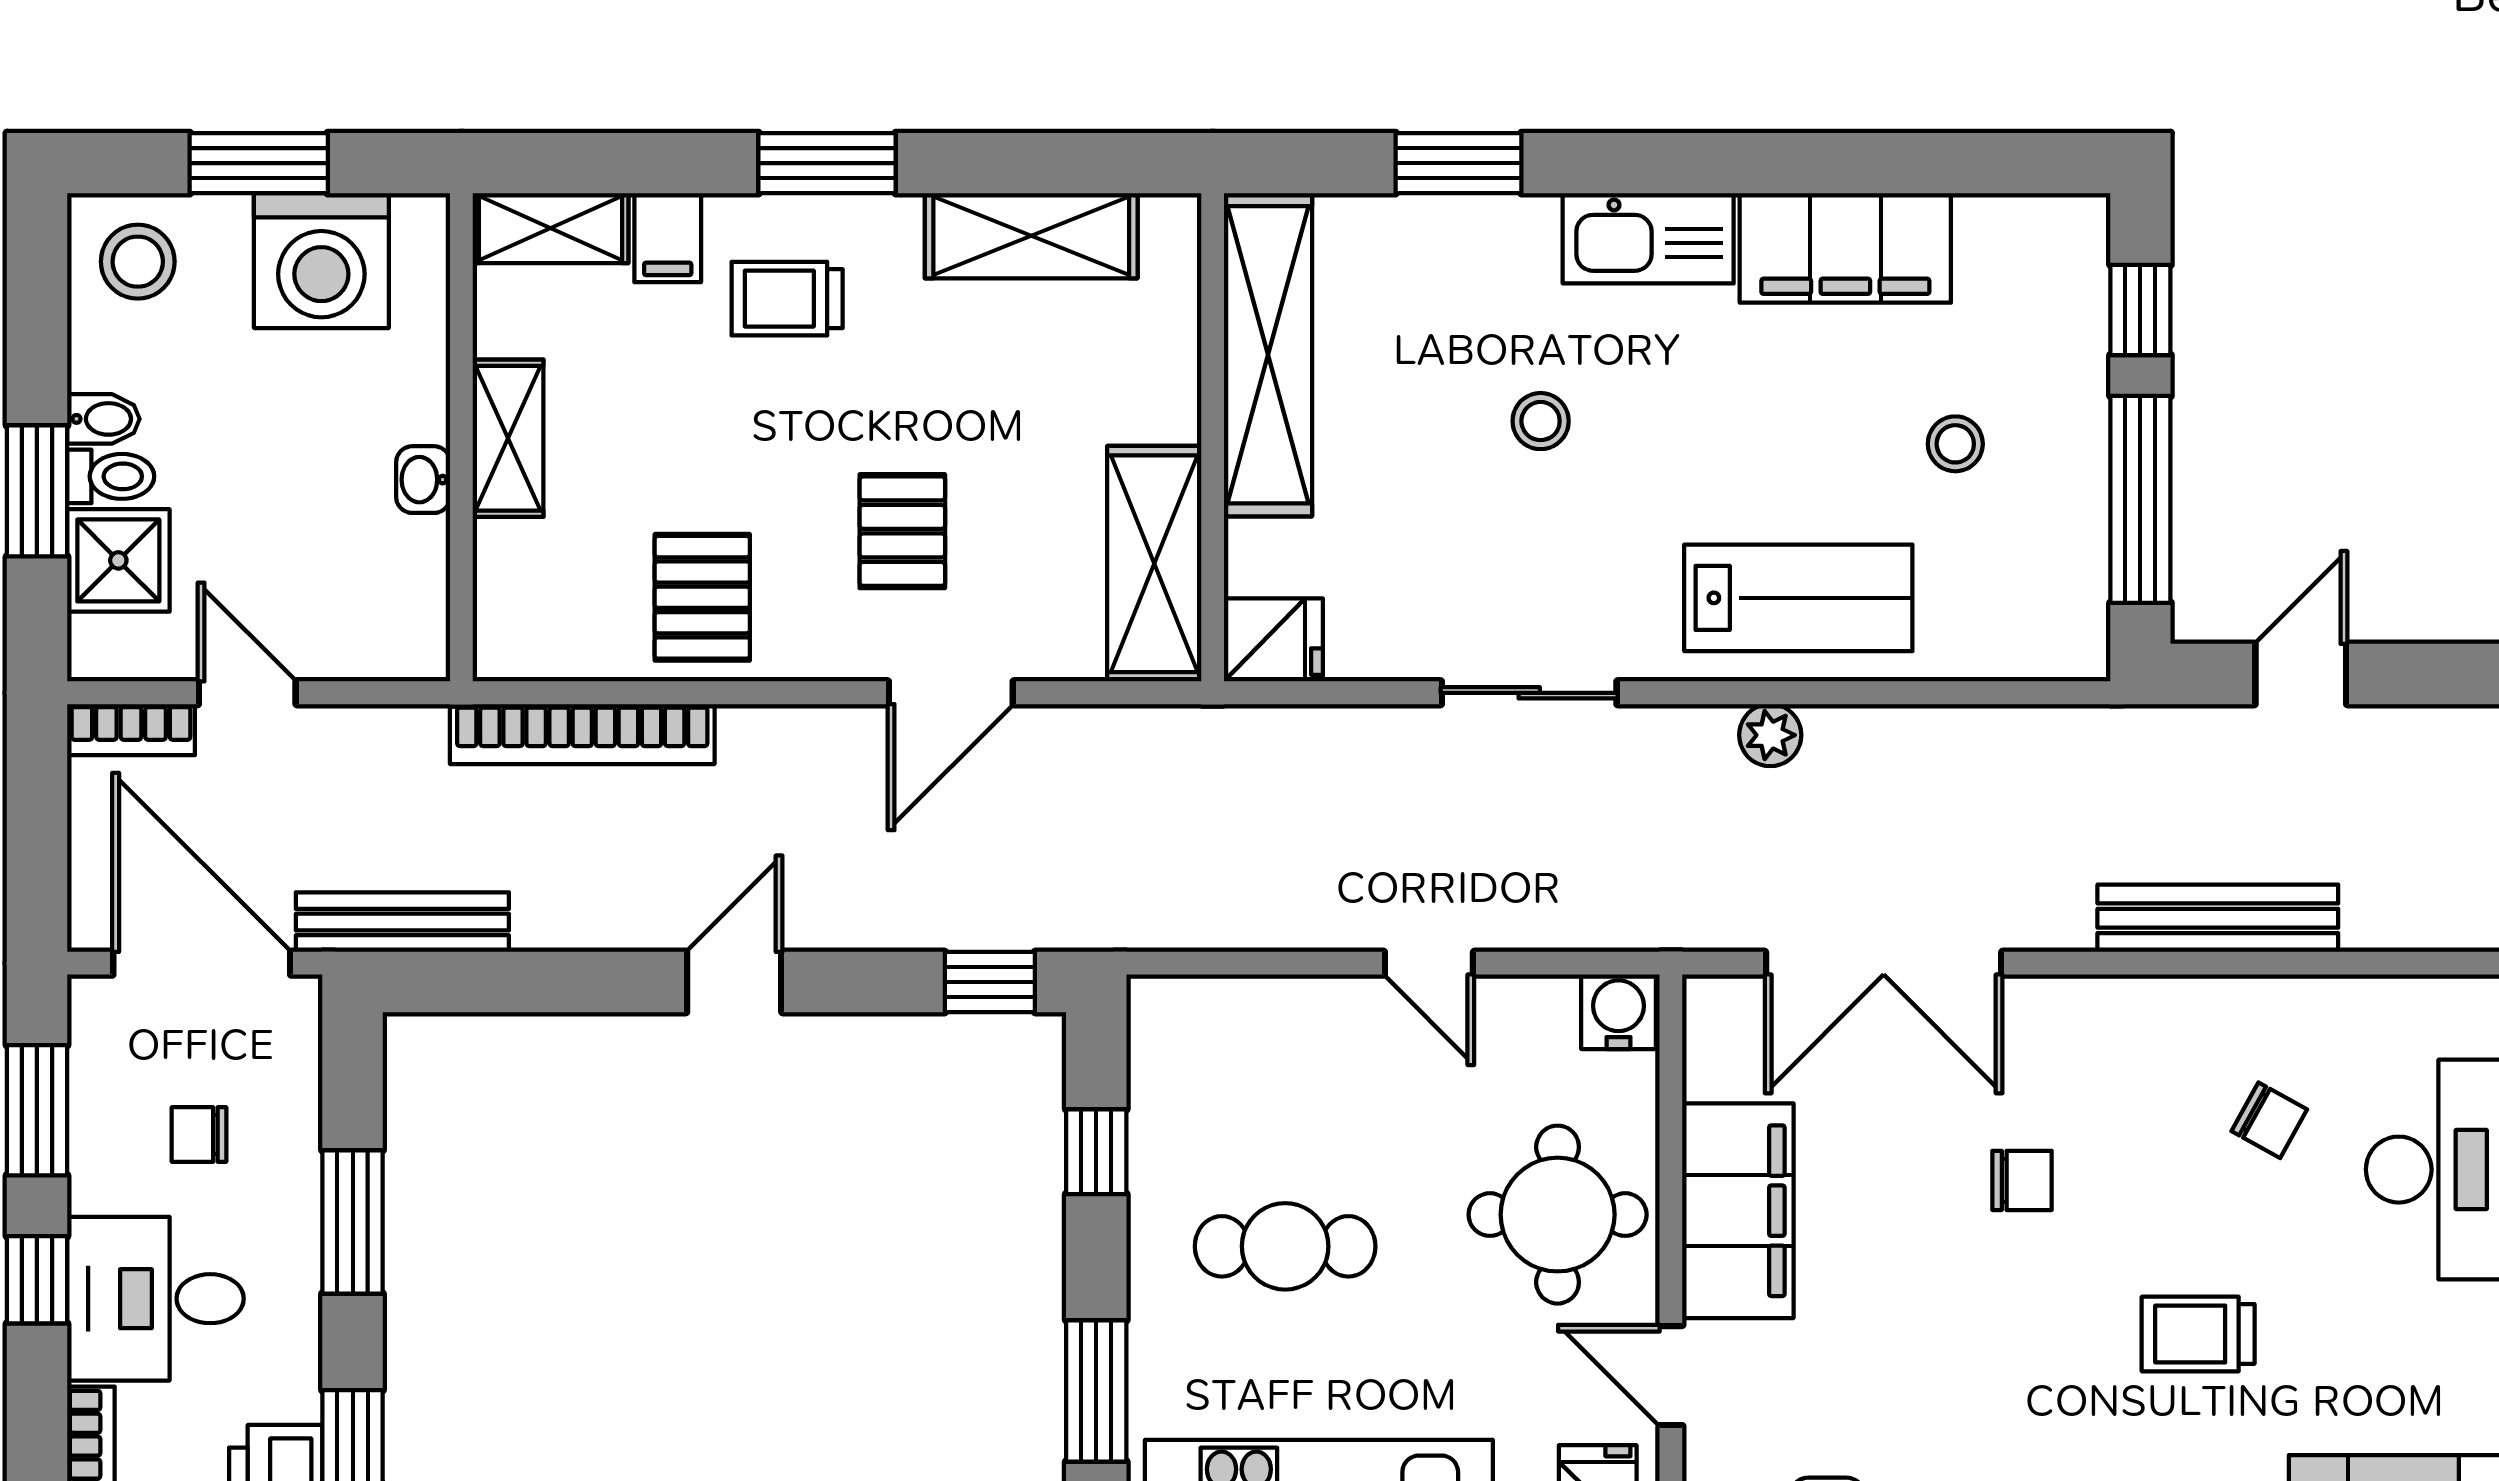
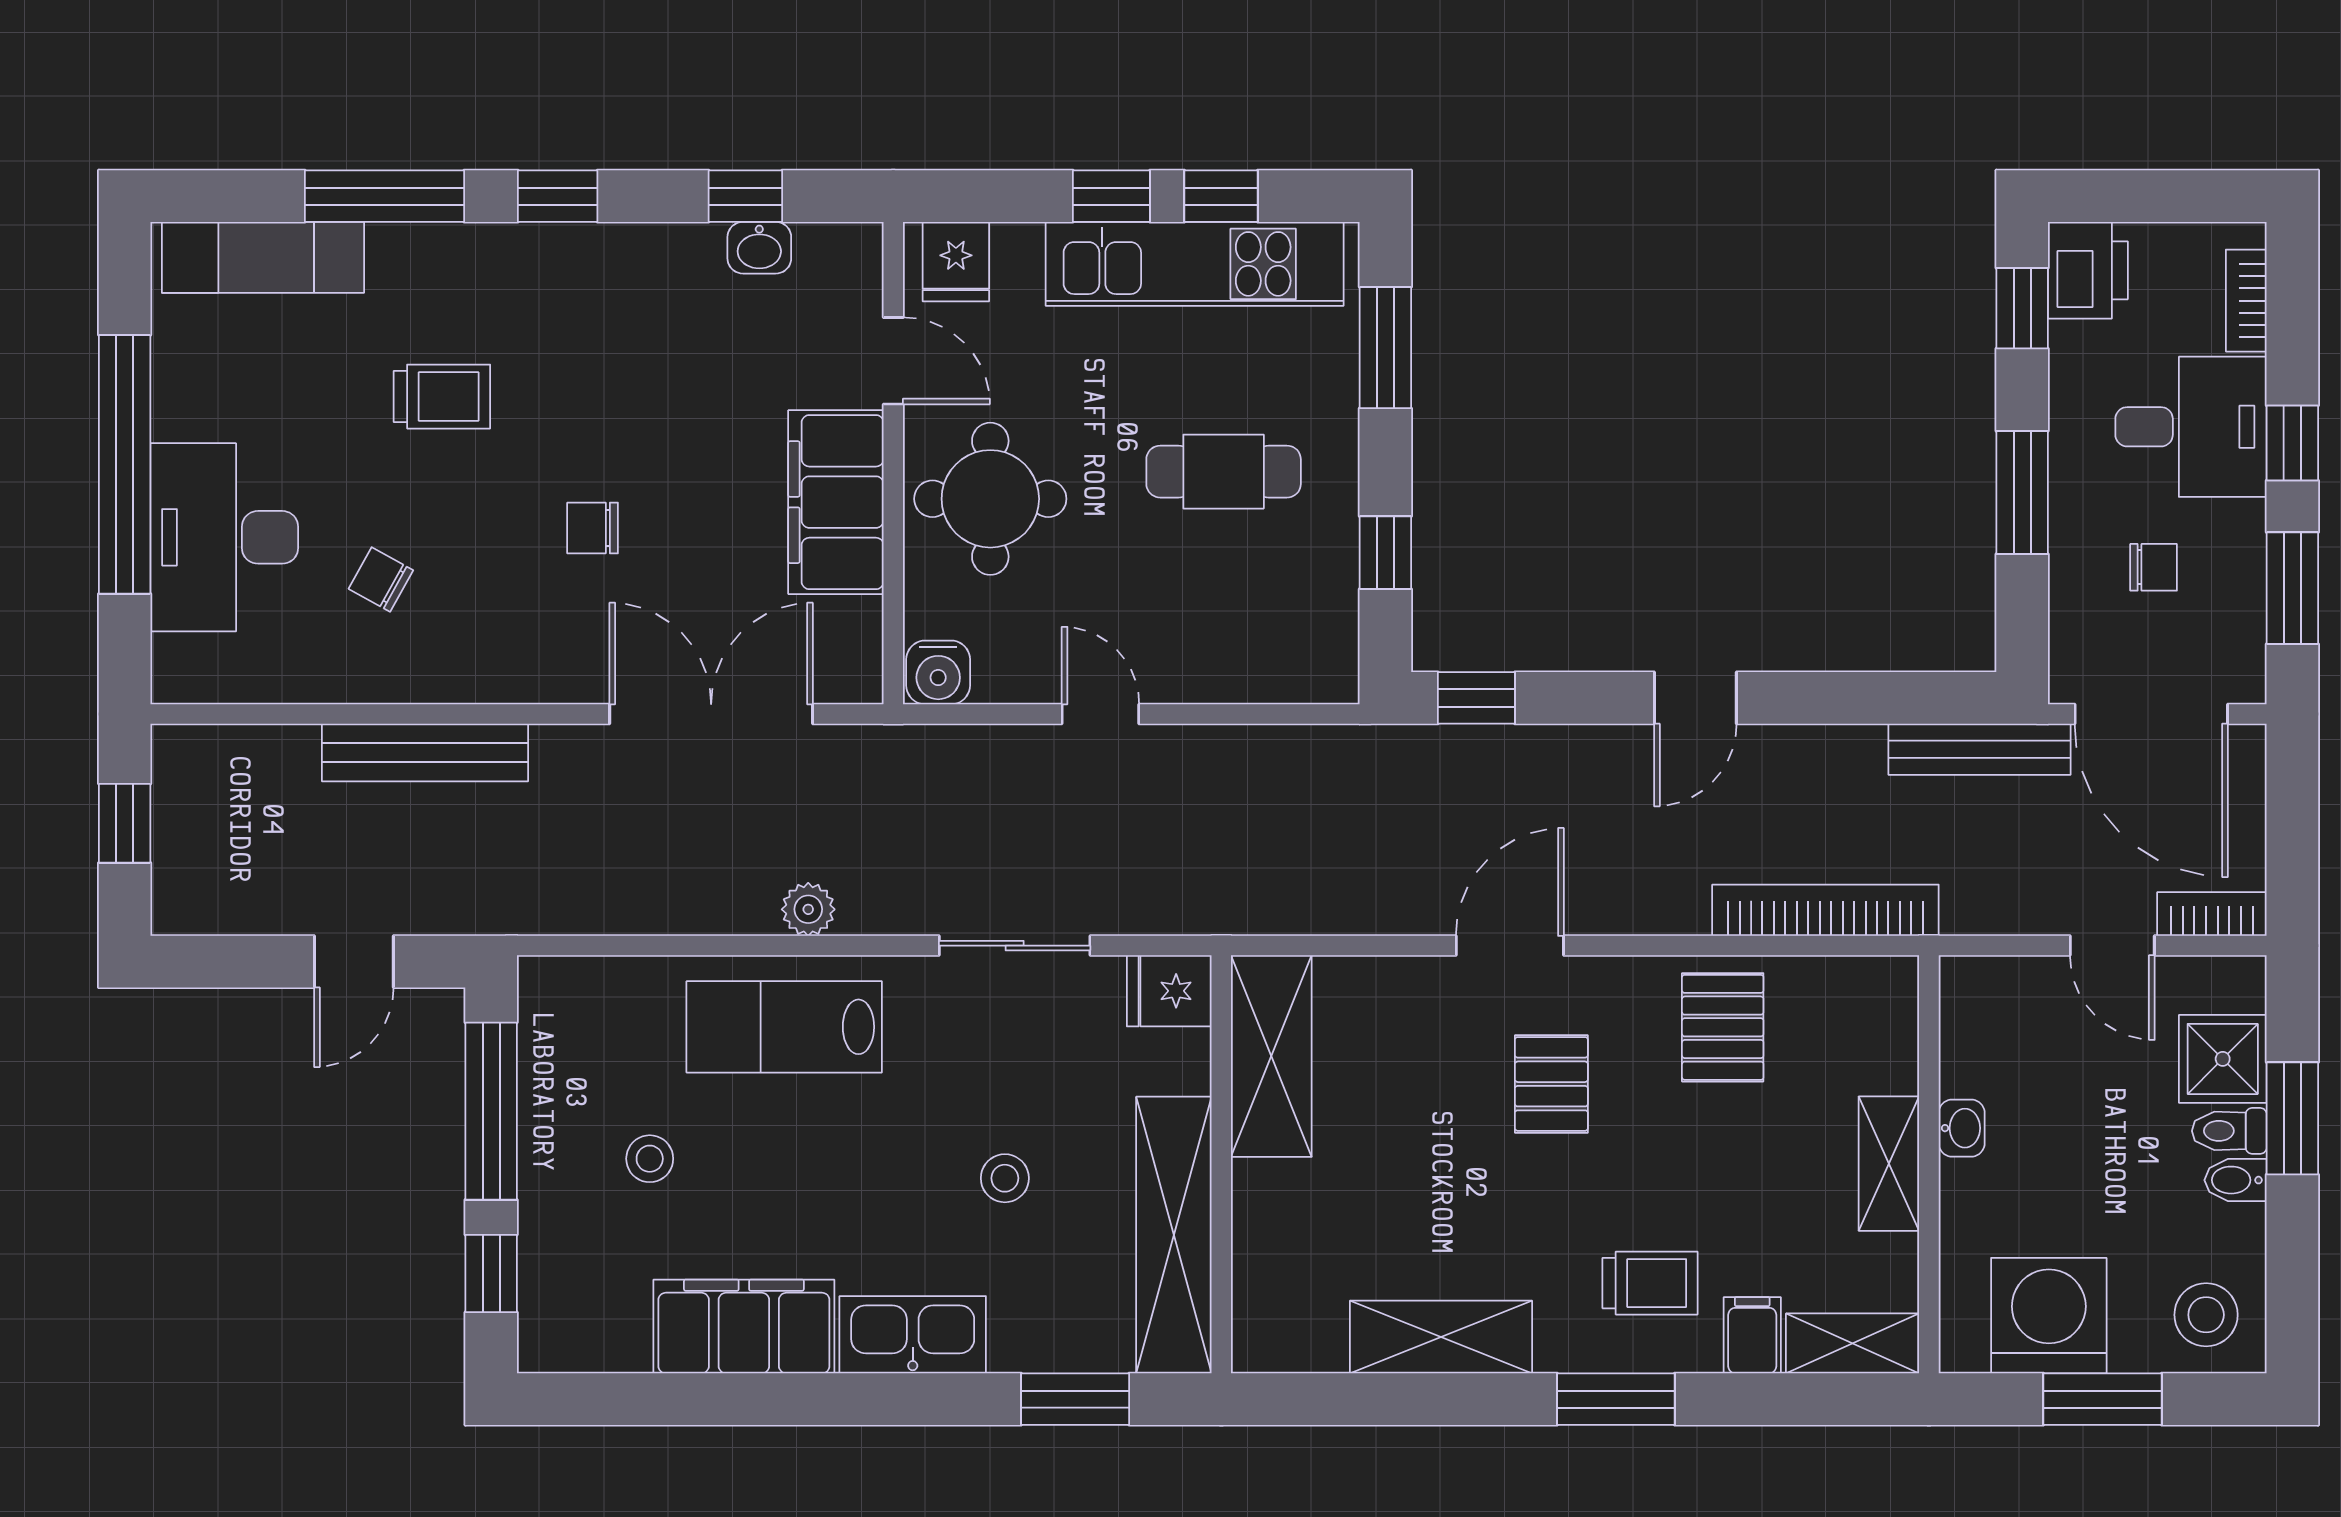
shelving: (1268, 355) -> (1174, 1235), moved
wall: (1213, 437) -> (1221, 1164), moved
shelving: (1154, 564) -> (1271, 1056), moved
fridge: (1273, 640) -> (1169, 991), moved

